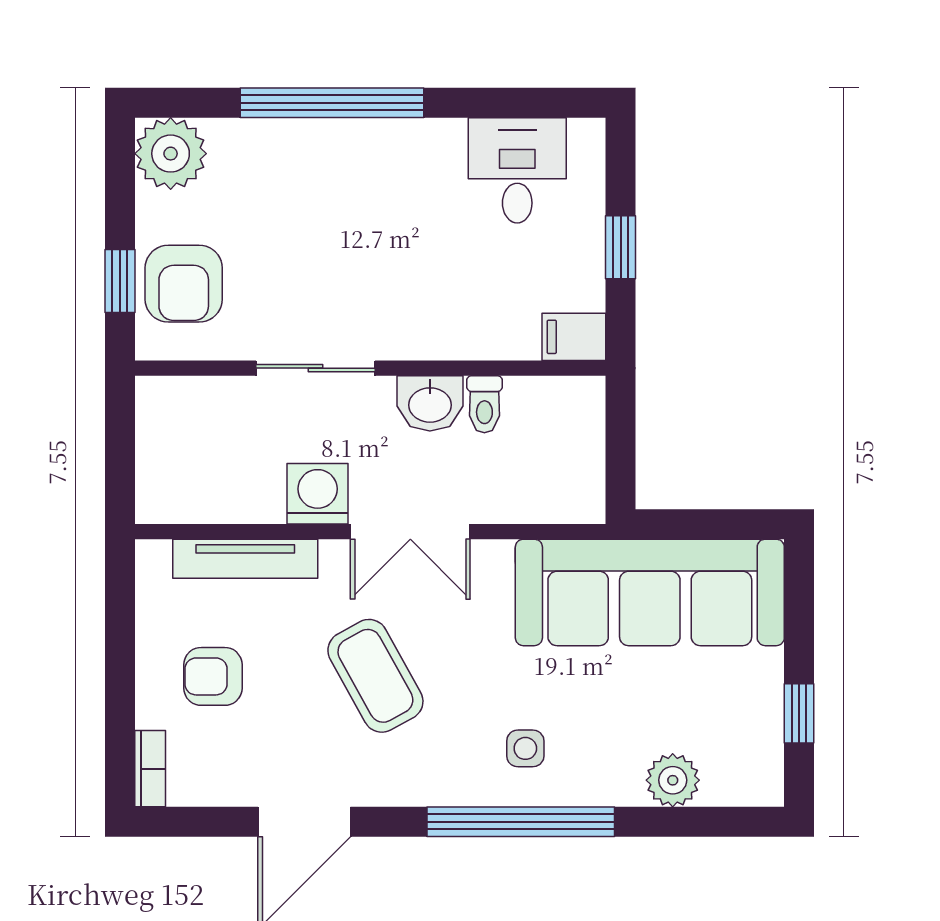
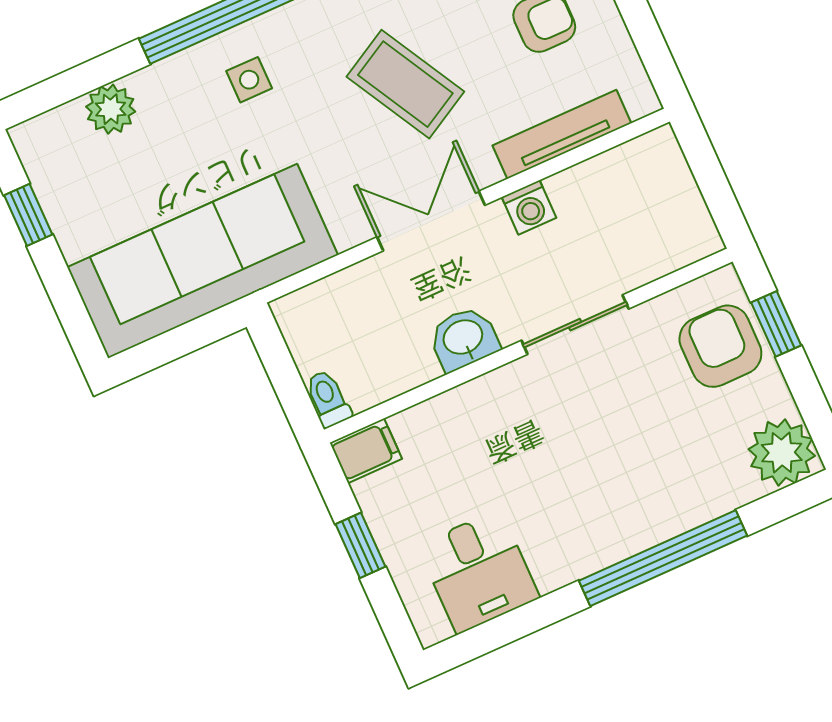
toilet: (484, 404) -> (328, 399), moved
washing machine: (318, 494) -> (529, 207), width x0.73, depth x0.73

